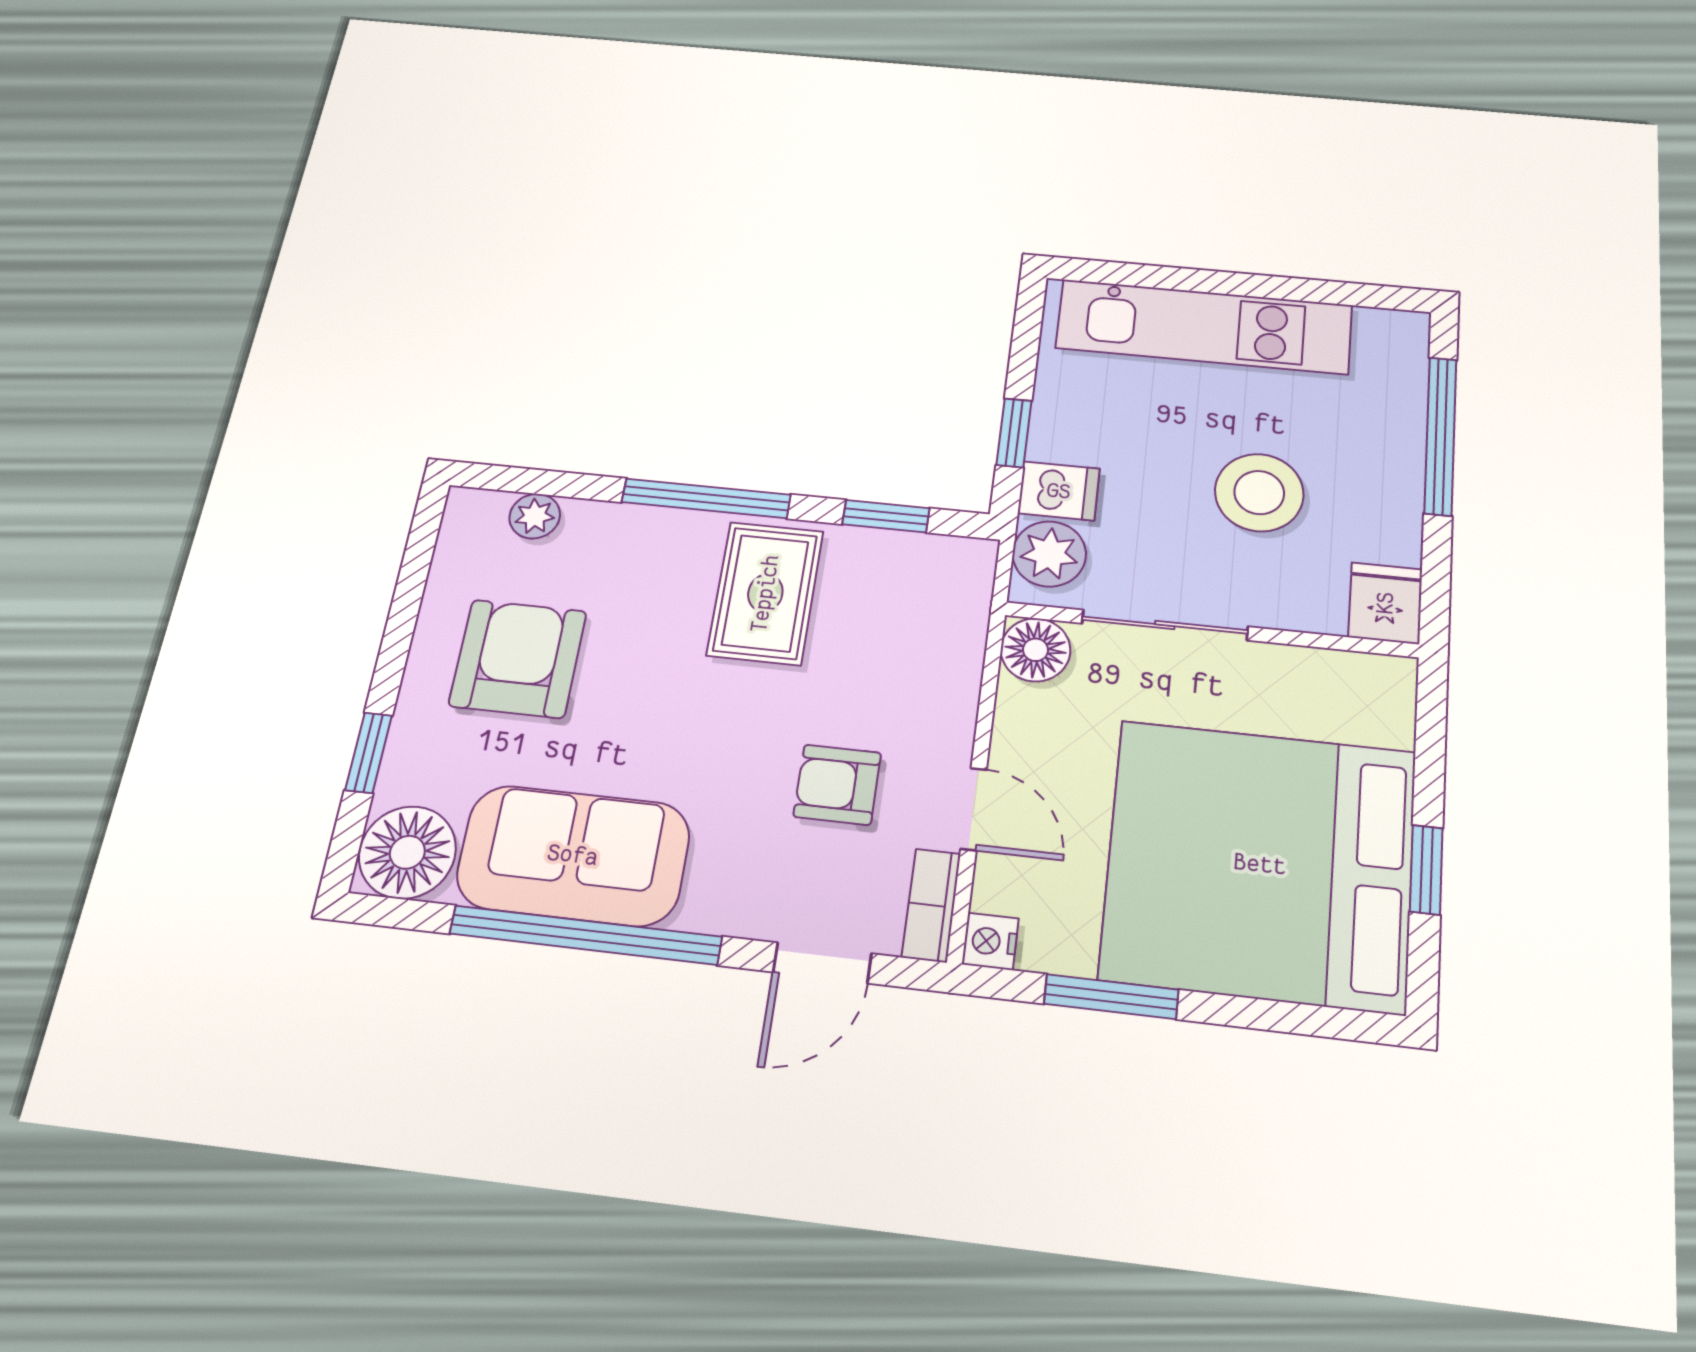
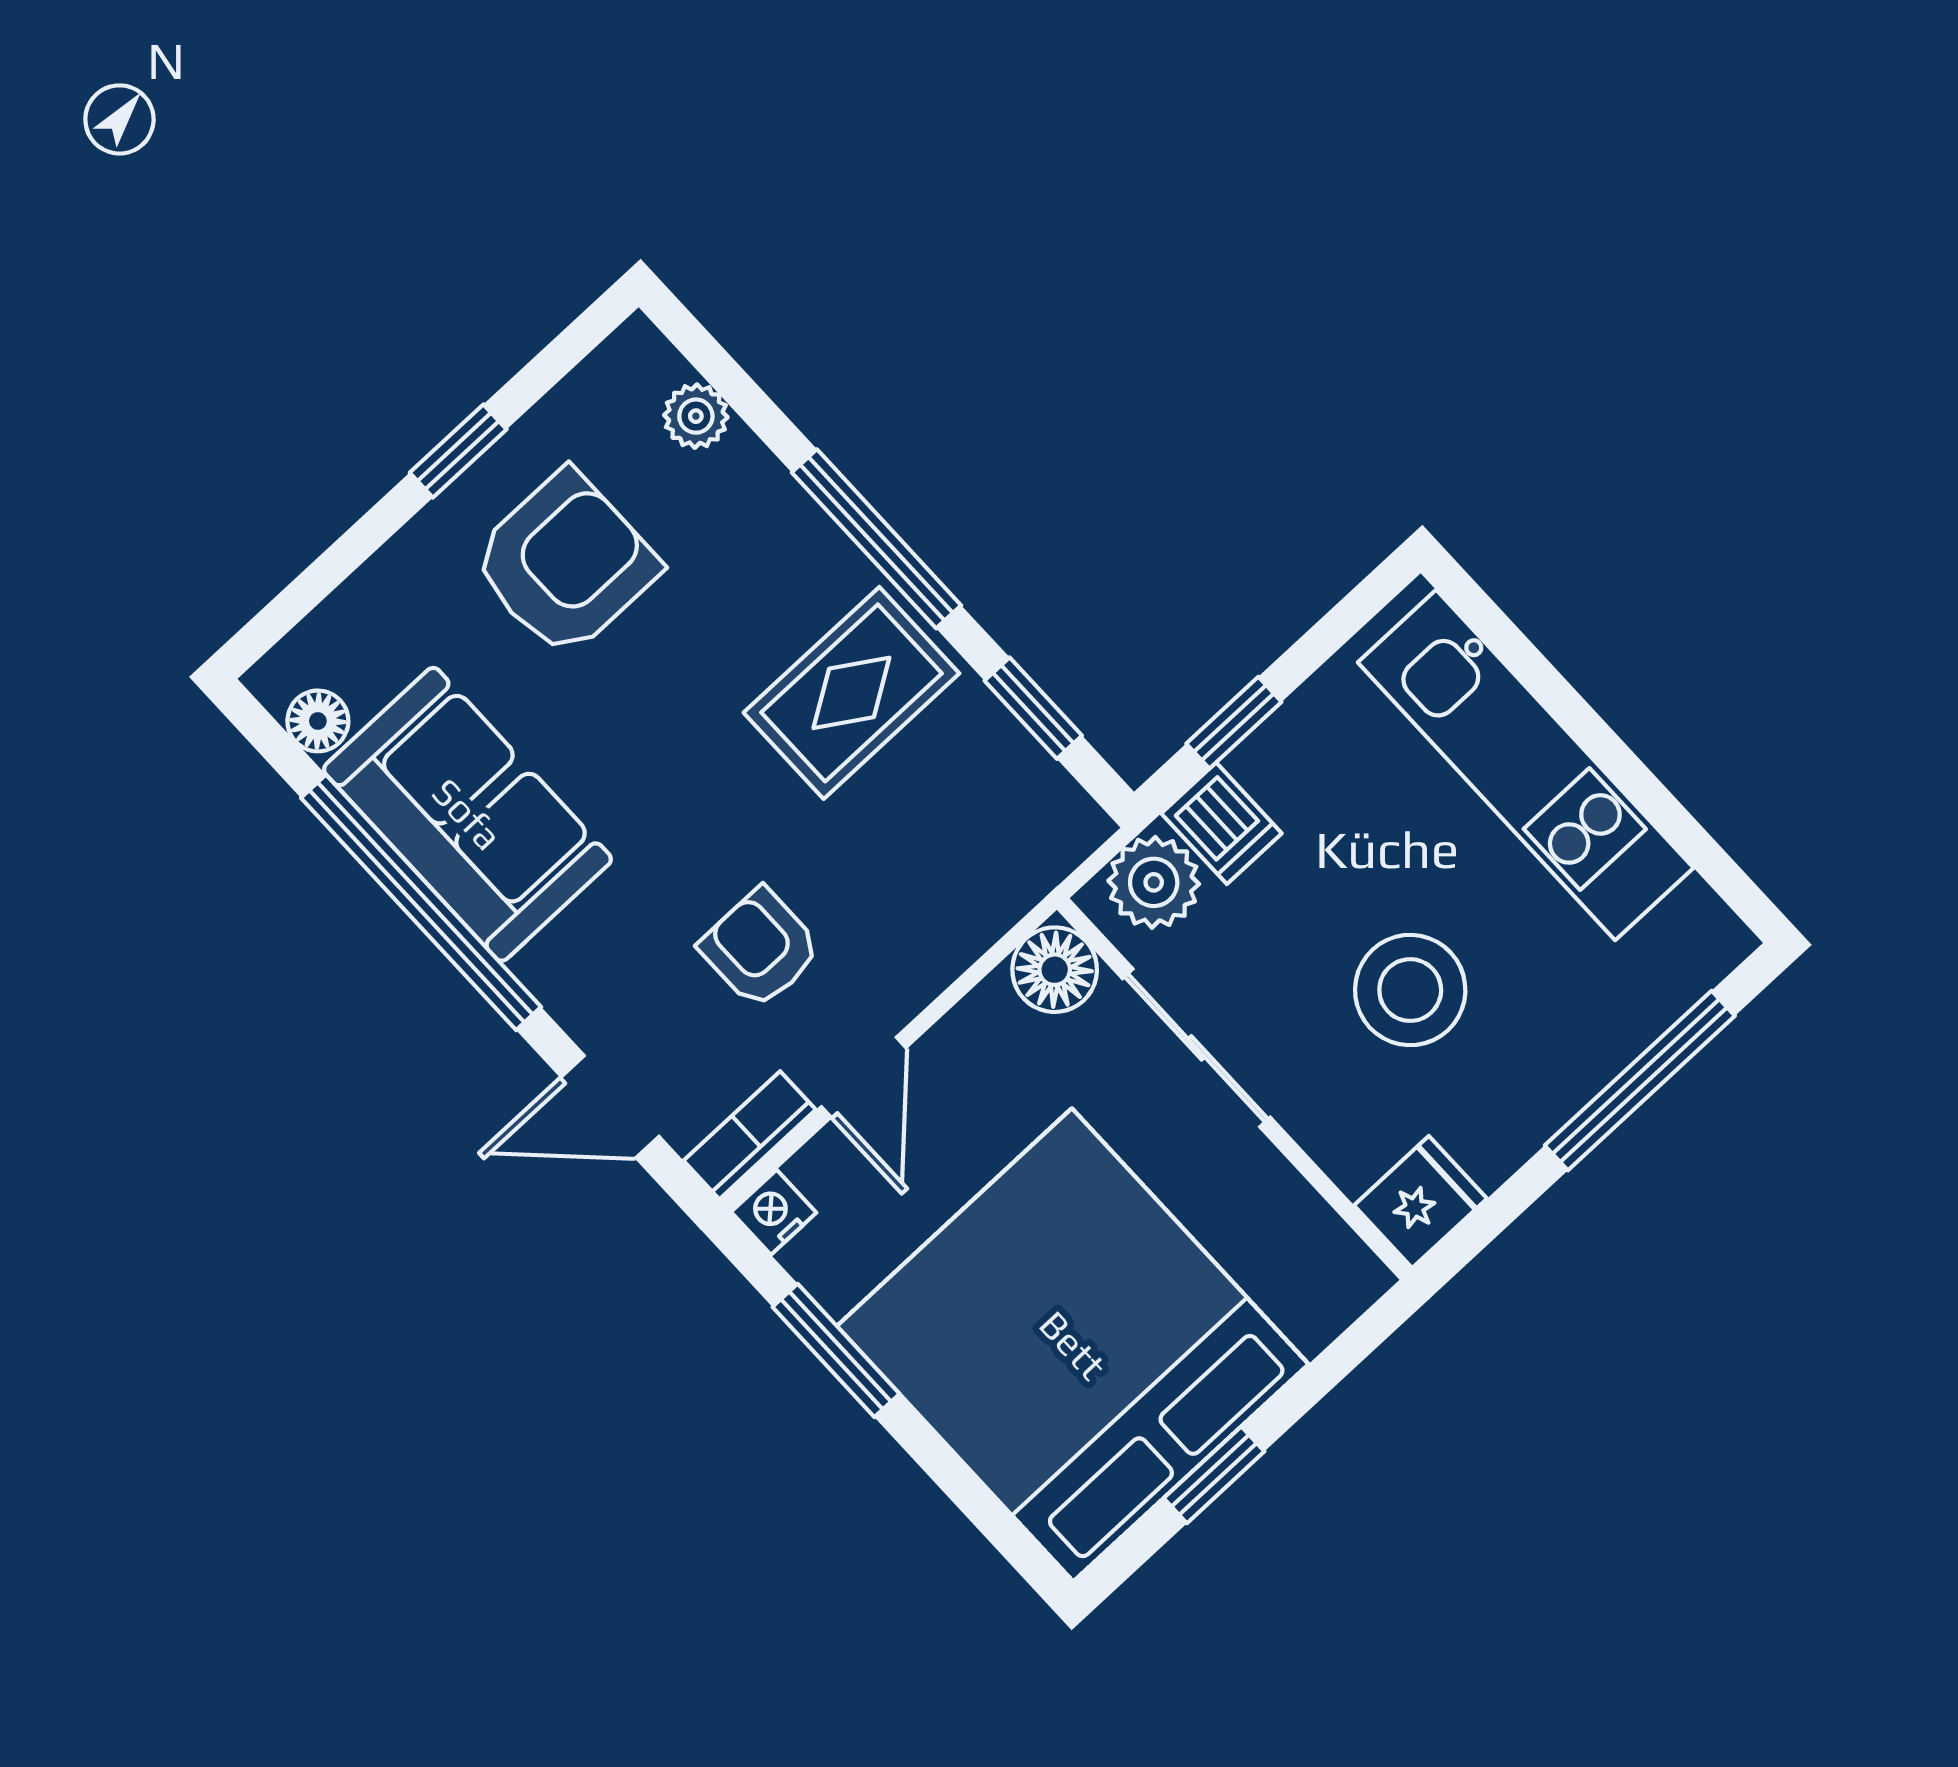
window: (369, 753) -> (458, 451), moved
floor lamp: (407, 852) -> (318, 721), width x0.53, depth x0.53

